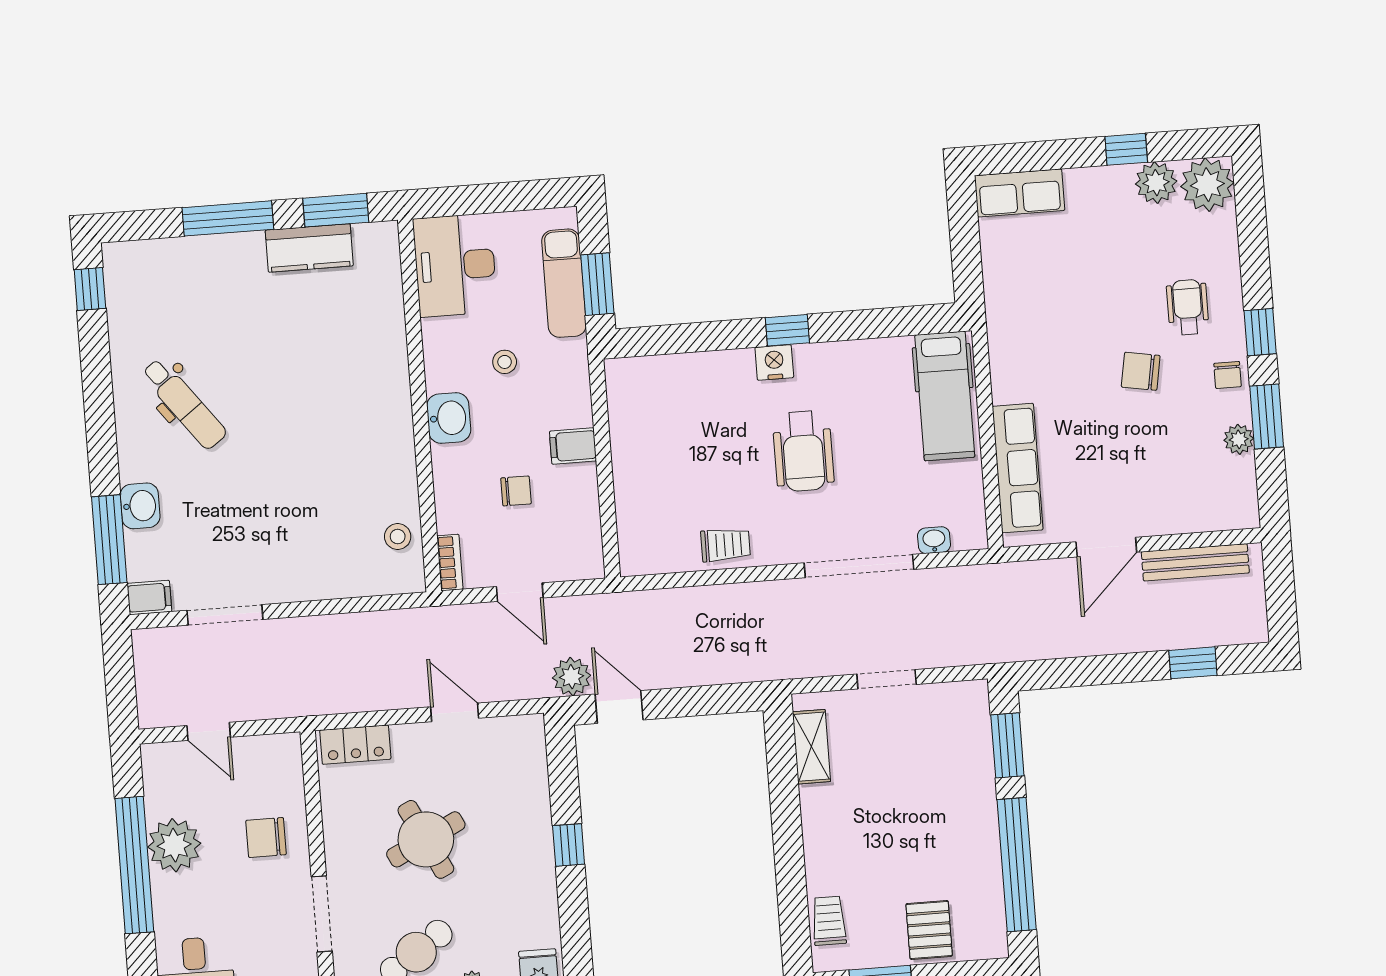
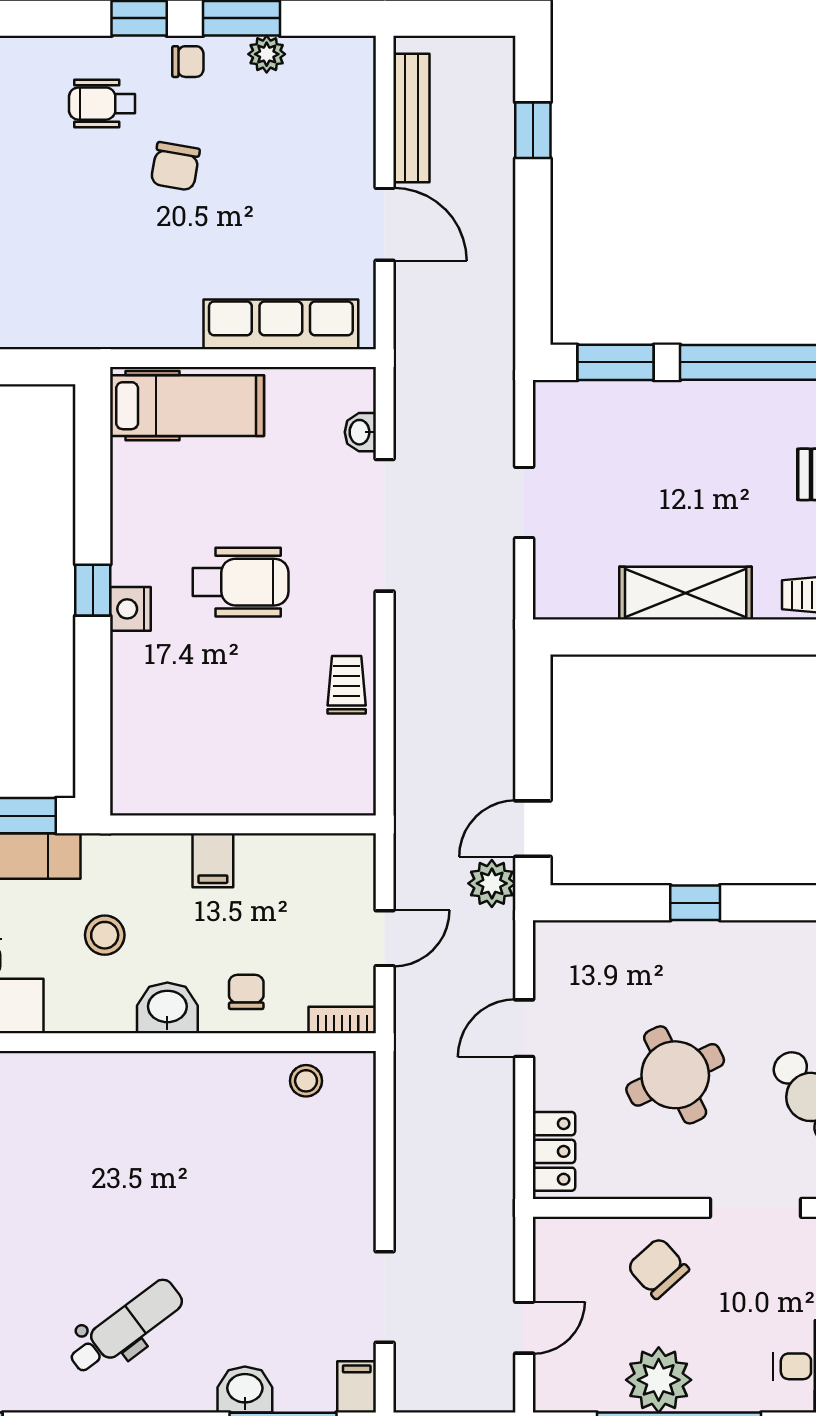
stool: (505, 362) -> (105, 935), width x1.37, depth x1.37
chair: (516, 491) -> (246, 992), moved
shelving: (811, 747) -> (686, 593), moved, width x1.50, depth x1.33
chair: (266, 838) -> (658, 1268), turned 138

